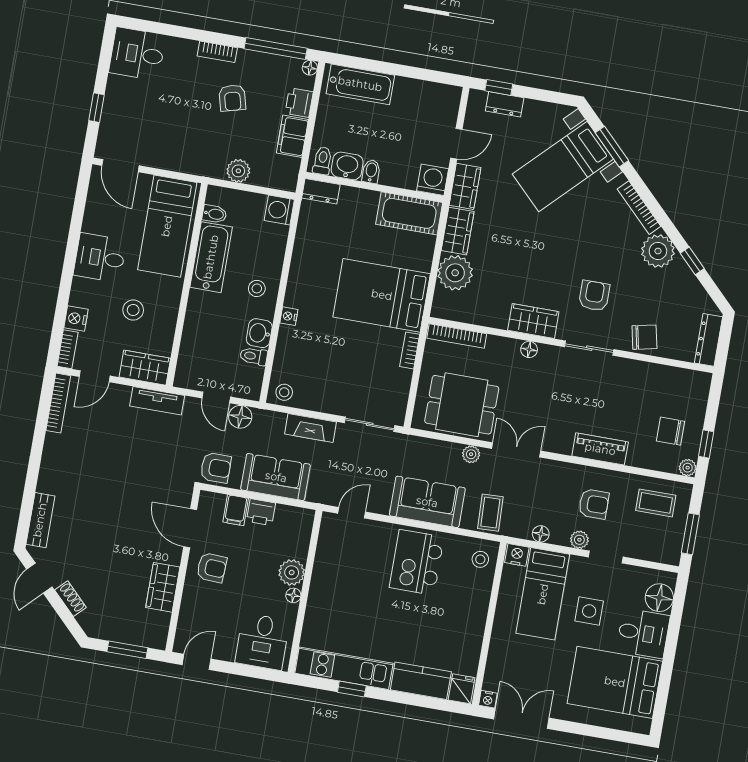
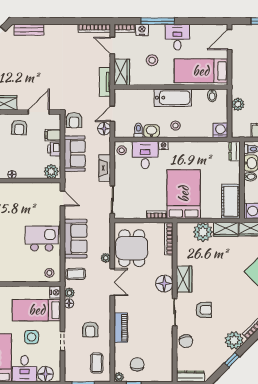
bathtub: (211, 257) -> (173, 98), moved
window: (65, 288) -> (158, 21), added
floor lamp: (529, 349) -> (164, 284), width x1.89, depth x1.89
desk: (300, 352) -> (145, 155), added
plant: (579, 540) -> (69, 293), moved
plant: (292, 572) -> (51, 171), moved

